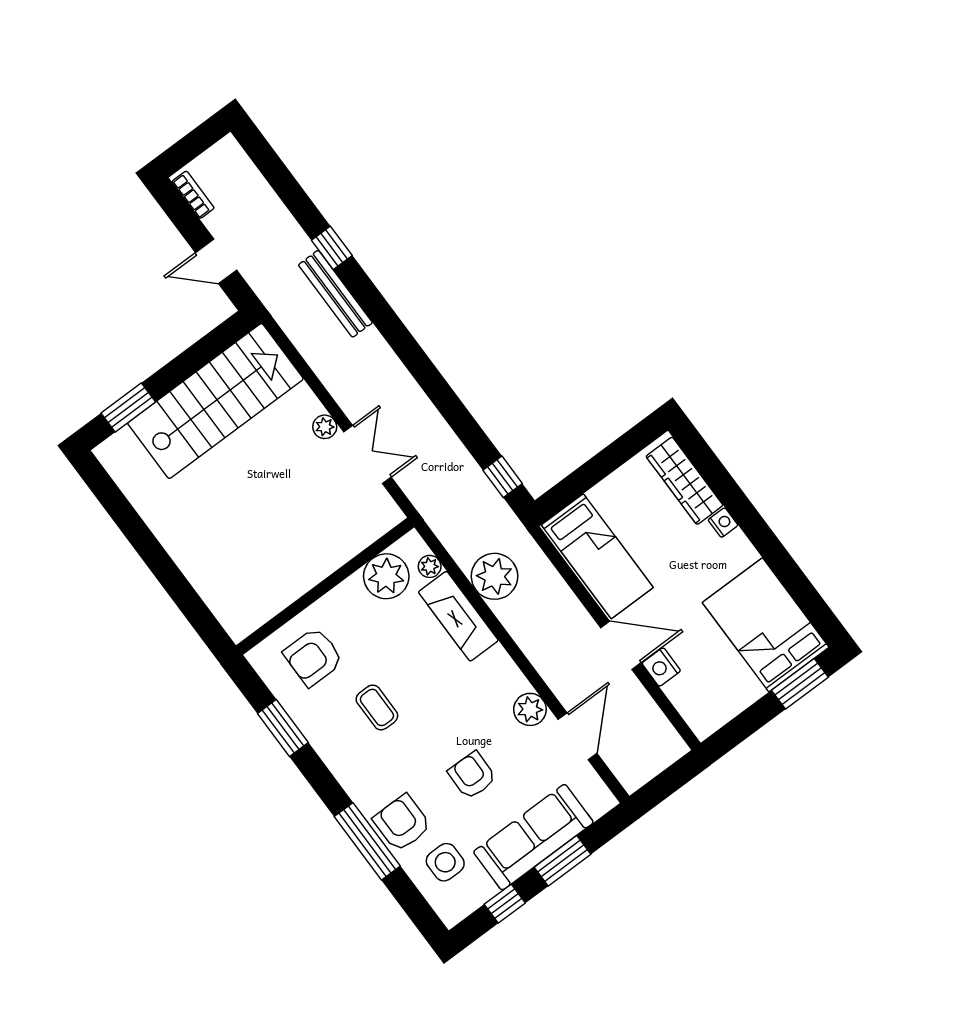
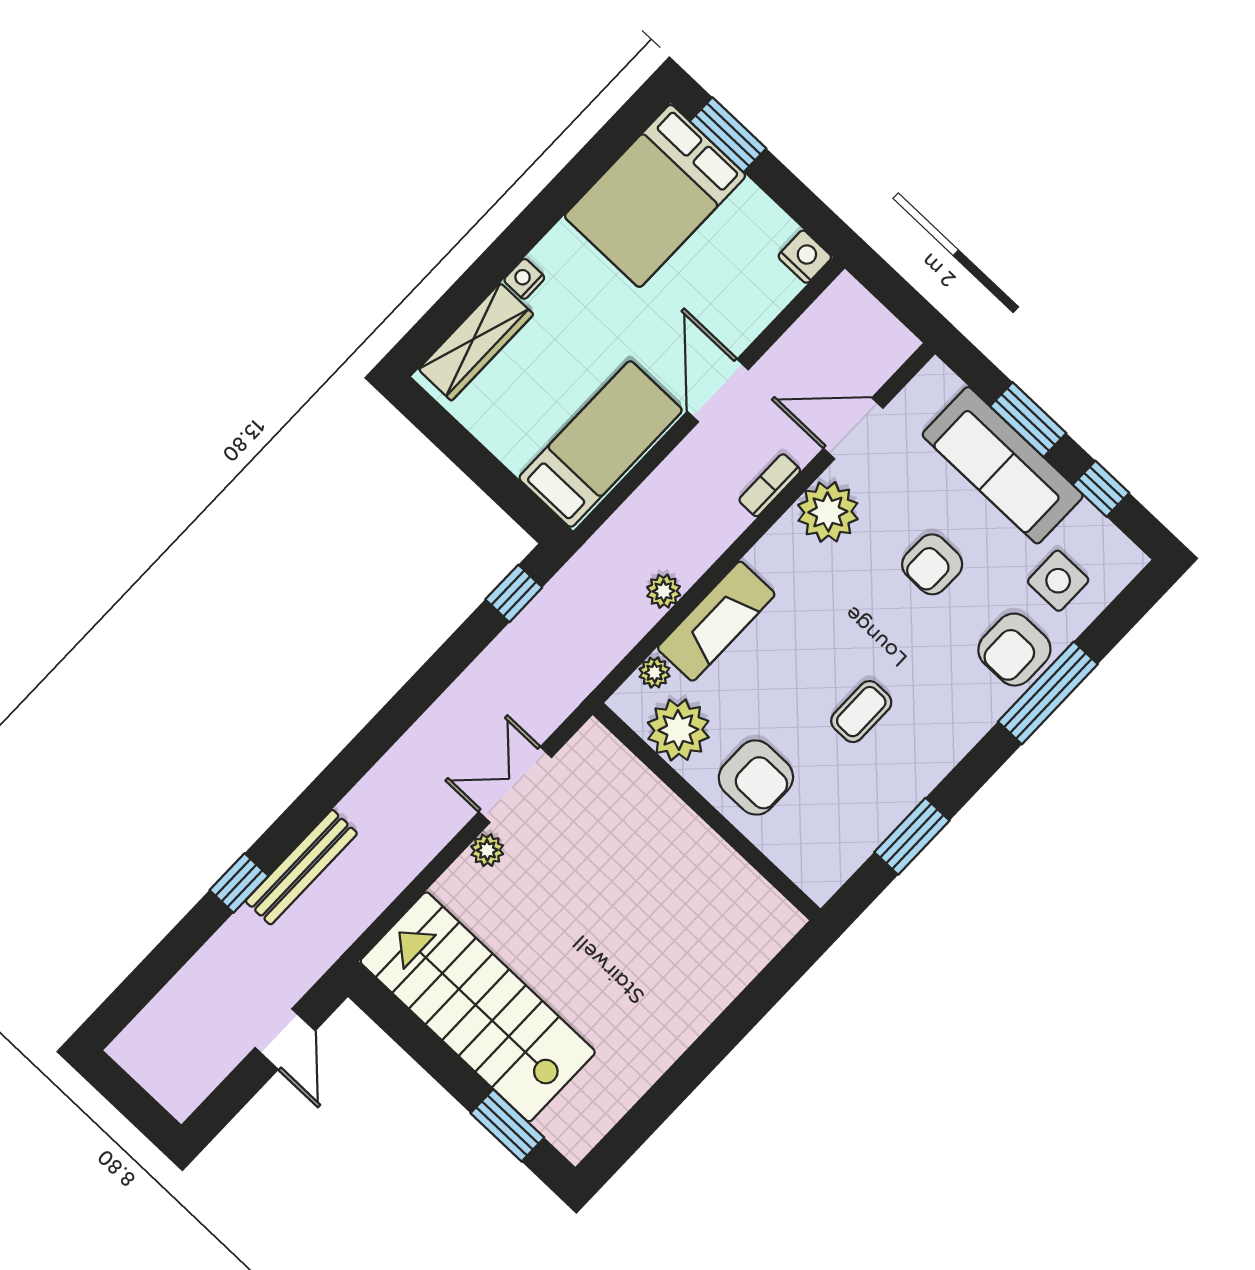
bookcase: (193, 195) -> (770, 485), moved
plant: (495, 576) -> (664, 591), width x0.53, depth x0.53
armchair: (313, 657) -> (756, 778), moved
nightstand: (661, 667) -> (805, 257), moved, turned -90
plant: (530, 709) -> (828, 512), width x1.36, depth x1.36

